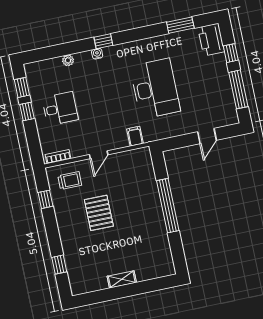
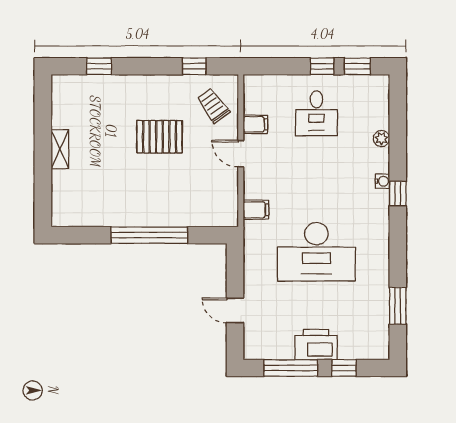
printer: (211, 40) -> (316, 345), moved
filing cabinet: (76, 149) -> (255, 124), added
bookcase: (58, 157) -> (250, 96), removed
trolley: (70, 181) -> (213, 106), turned 144

